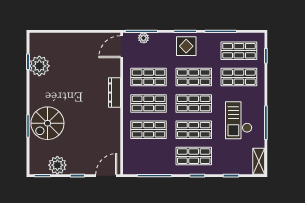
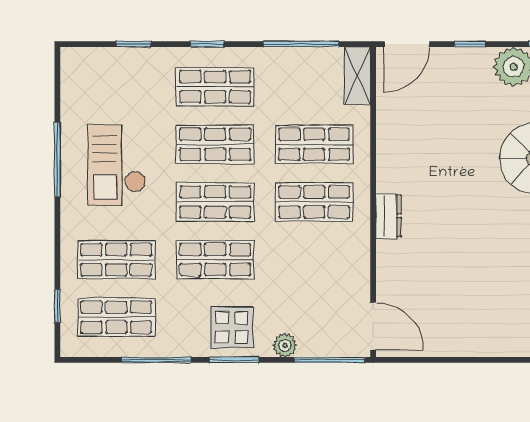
plant: (144, 38) -> (285, 345), moved
door: (122, 47) -> (373, 326), hinge flipped
shop shelf: (149, 77) -> (314, 260), removed
dresser: (115, 93) -> (389, 216), width x0.70
checkout: (239, 120) -> (117, 165), turned 180
shelving: (259, 161) -> (357, 76), moved

